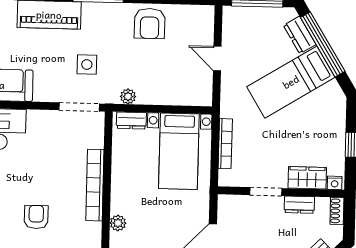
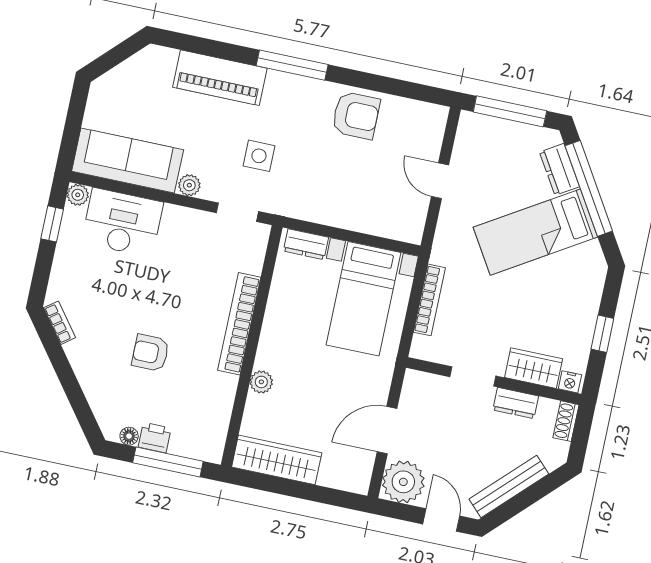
armchair: (150, 23) -> (356, 115), turned -90
plant: (128, 96) -> (189, 185), moved
doorway: (79, 107) -> (237, 212), width x0.73
armchair: (36, 217) -> (150, 353), turned -90

